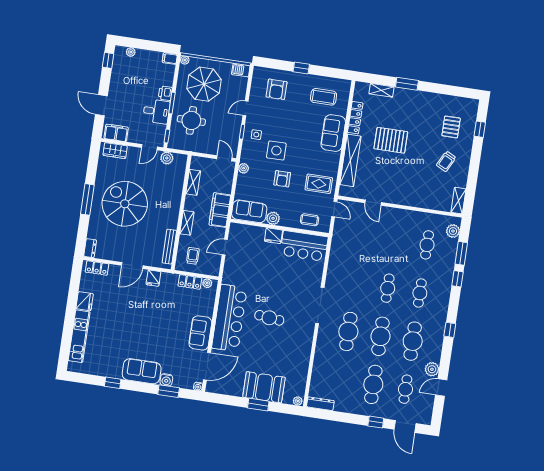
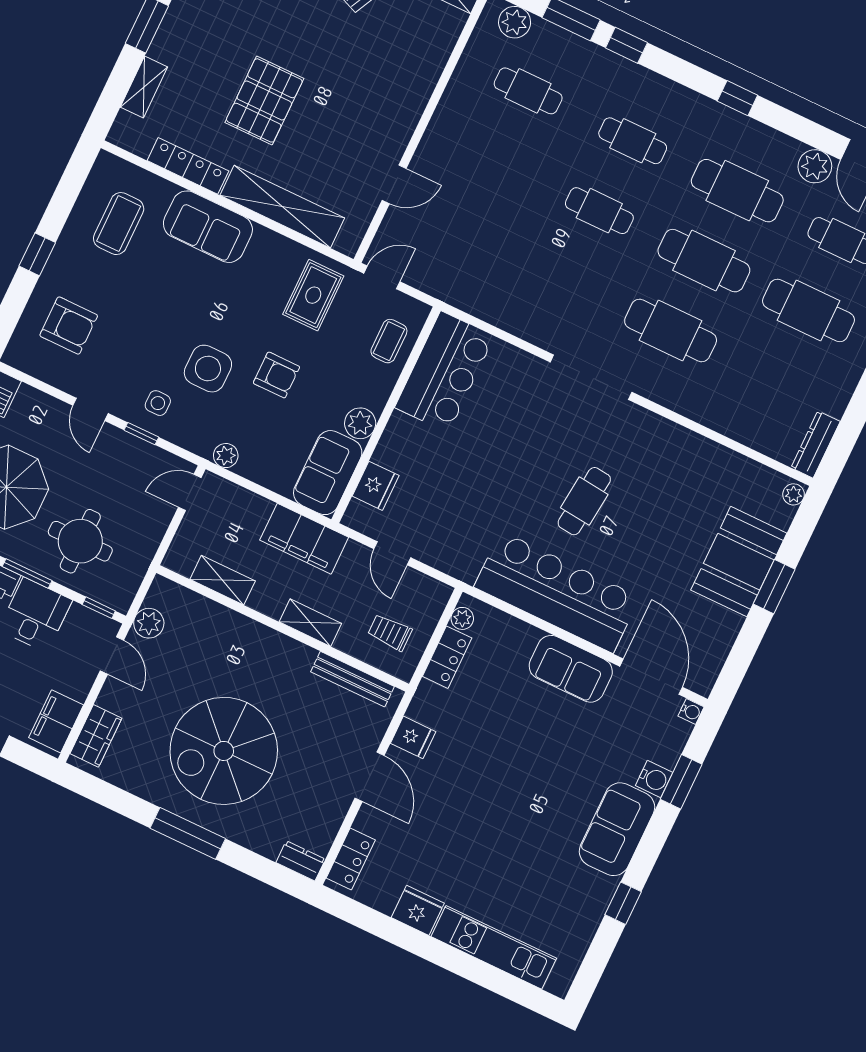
fridge: (273, 236) -> (376, 486), moved

